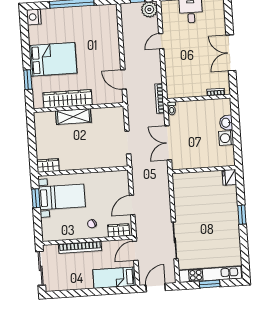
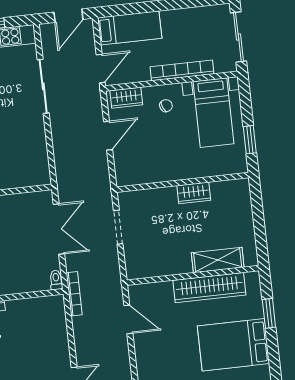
shelving: (73, 117) -> (218, 260), moved
wardrobe: (48, 166) -> (194, 193), moved
bed with nightstands: (62, 197) -> (213, 113), moved, turned -90

